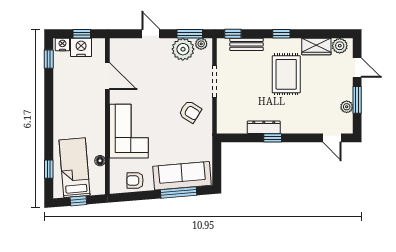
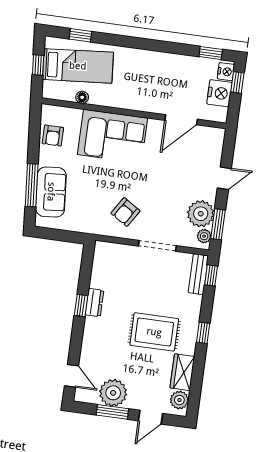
window: (82, 34) -> (237, 82), moved
bench: (247, 44) -> (198, 274), moved
plant: (347, 107) -> (113, 393), width x1.87, depth x1.87
dresser: (264, 127) -> (94, 303), width x0.70
door: (332, 138) -> (71, 376), swing flipped
sofa: (182, 176) -> (51, 192), width x0.73
armchair: (135, 180) -> (53, 136), turned 180

